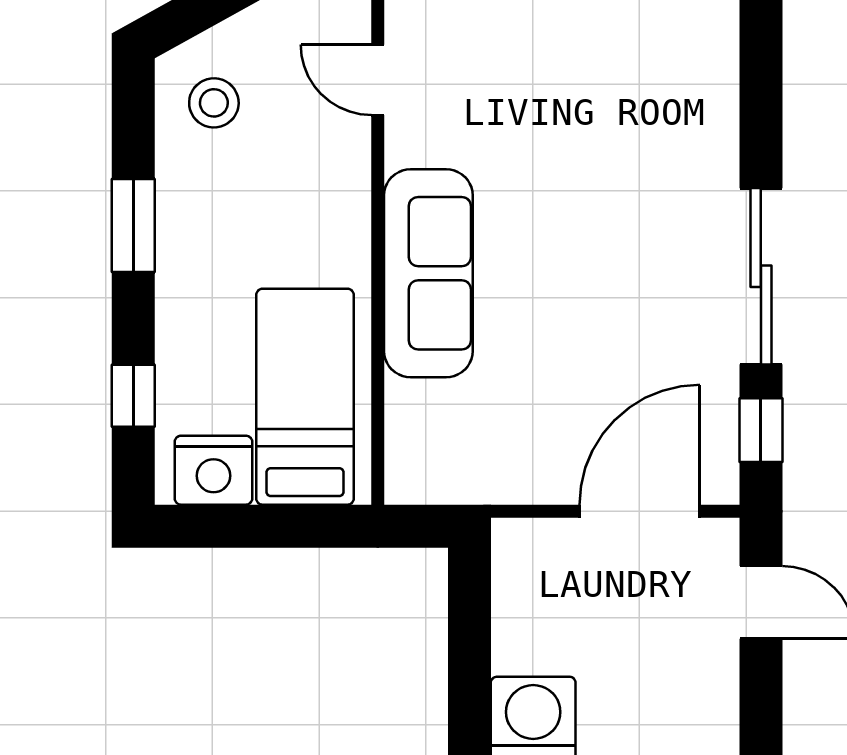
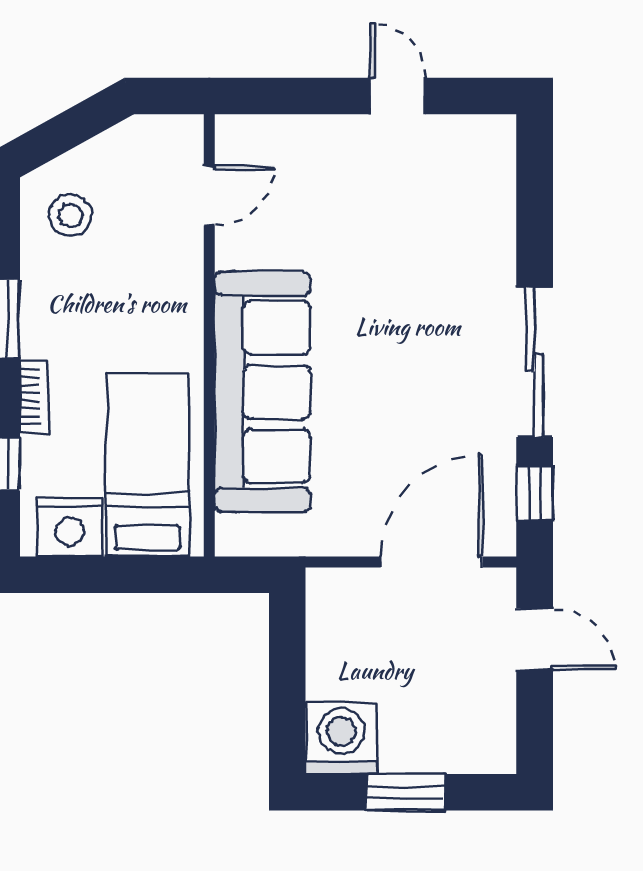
door: (378, 80) -> (209, 196), swing flipped
sofa: (428, 273) -> (262, 392), width x1.36, depth x1.27
bookcase: (172, 317) -> (34, 397), added

